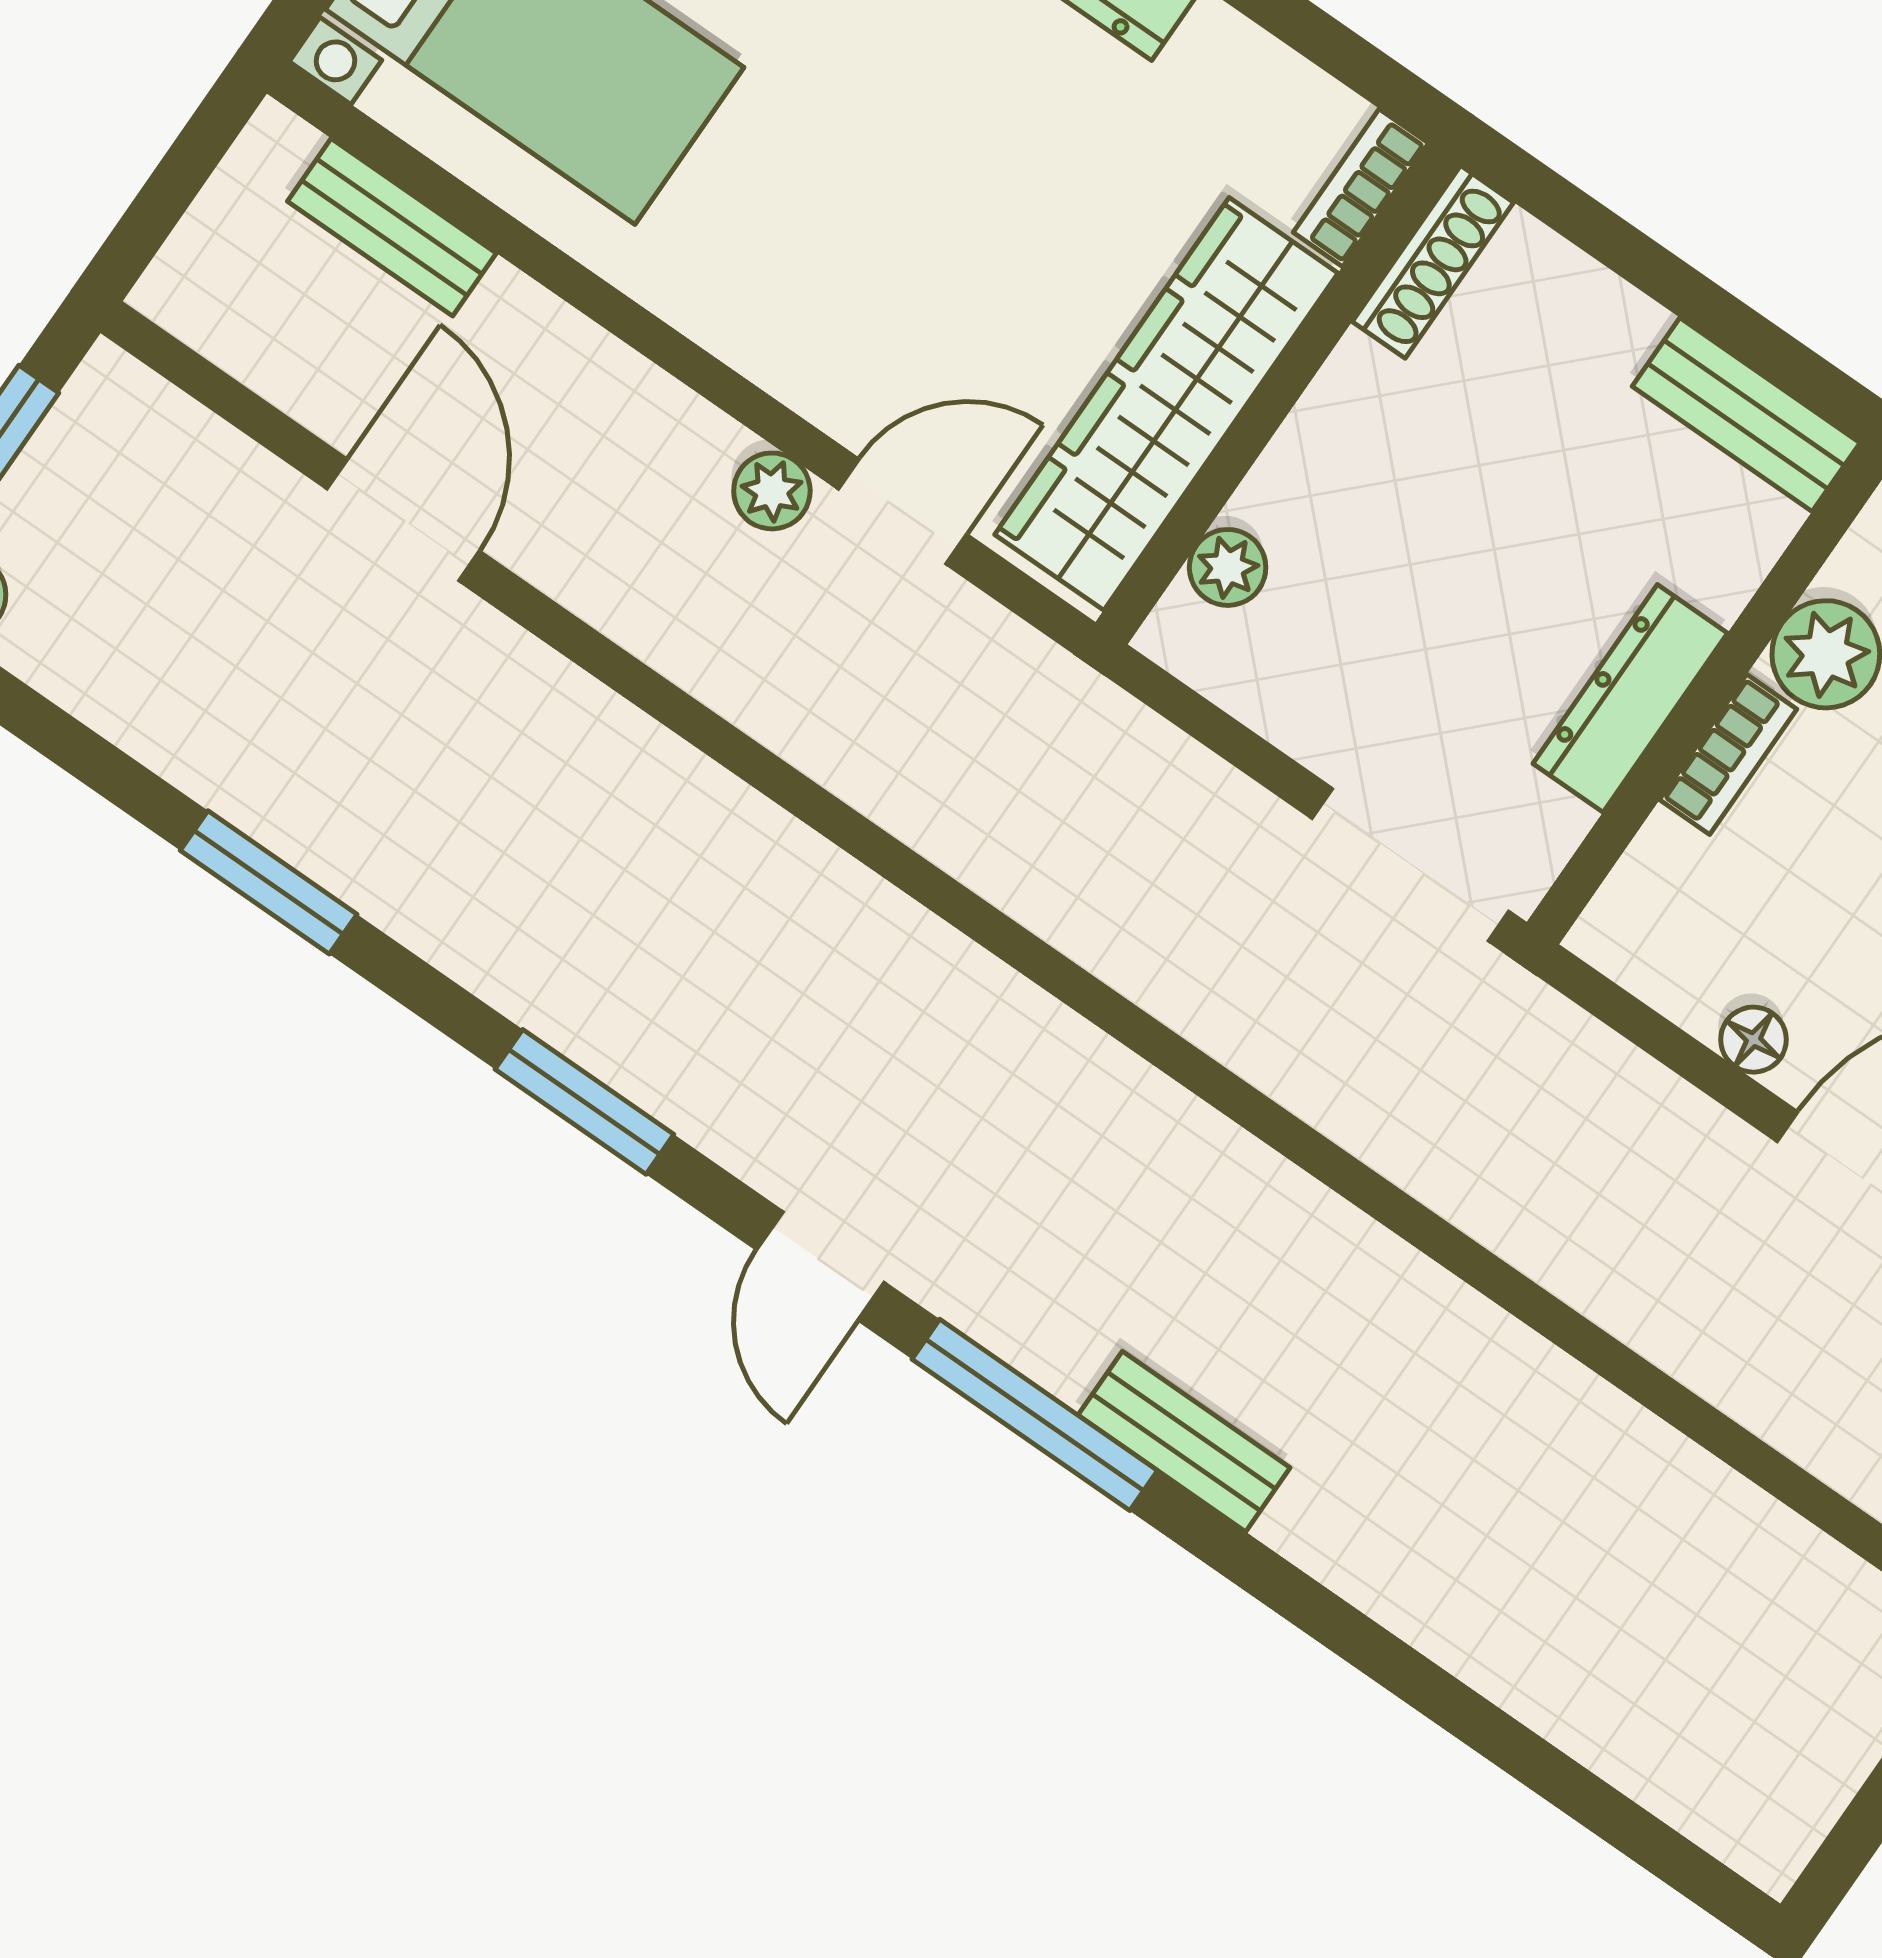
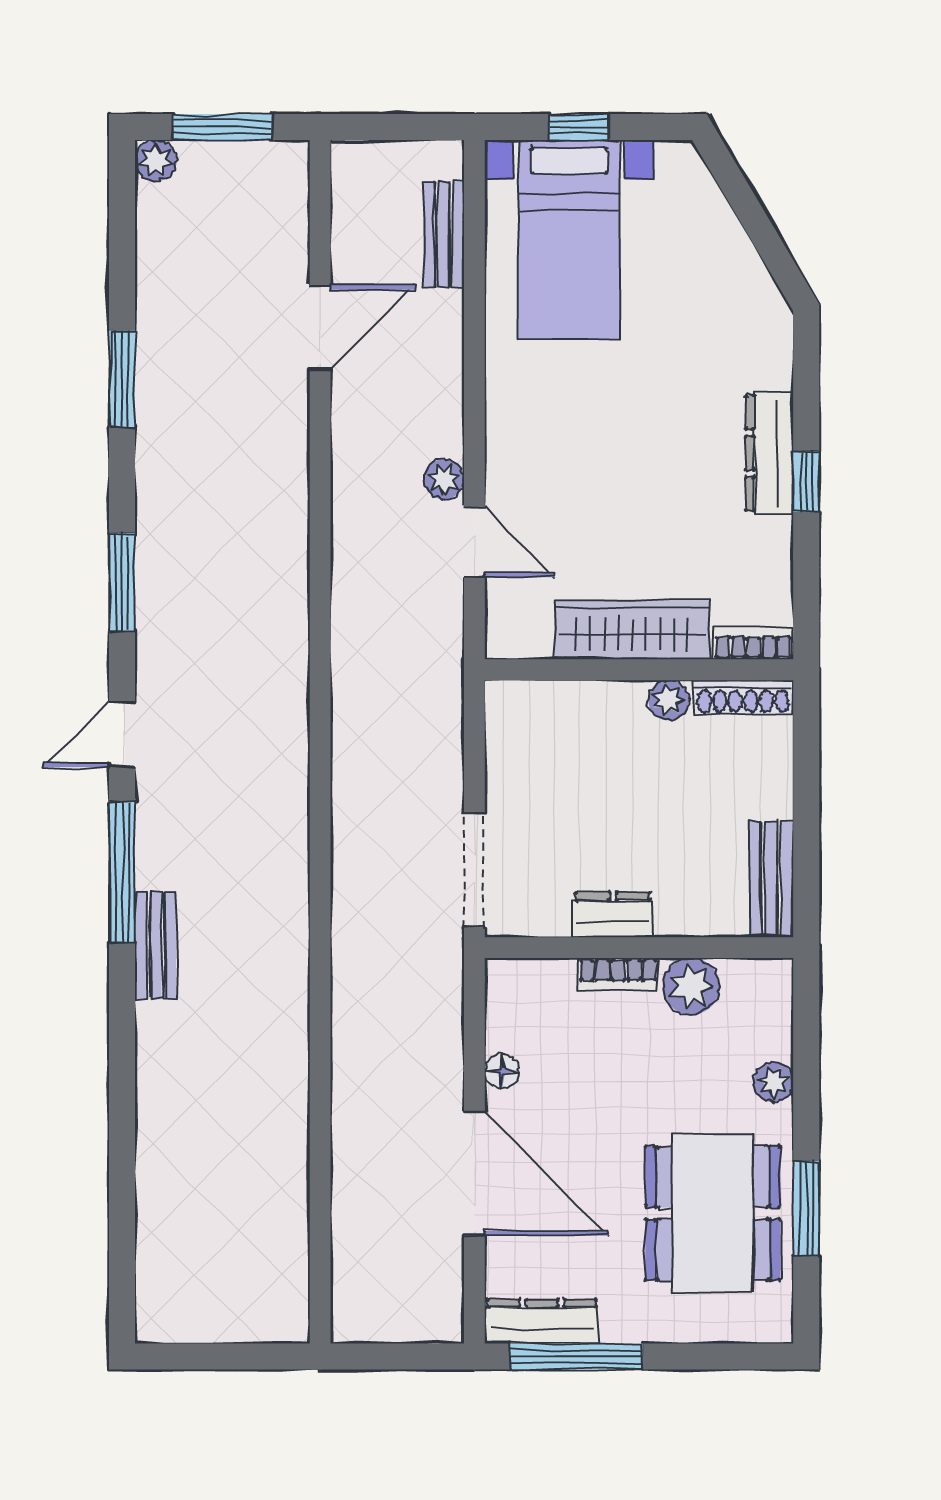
wardrobe: (1166, 404) -> (632, 629), width x0.71, depth x0.85
plant: (1228, 567) -> (668, 700), moved
dresser: (1630, 698) -> (613, 915), width x0.70

